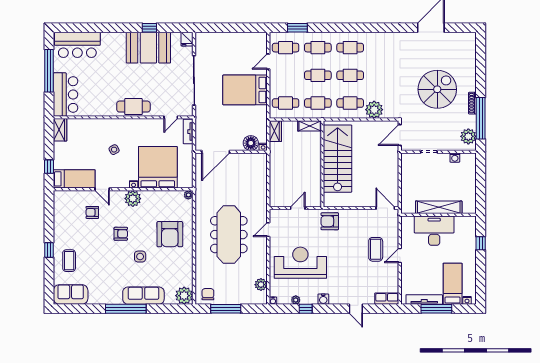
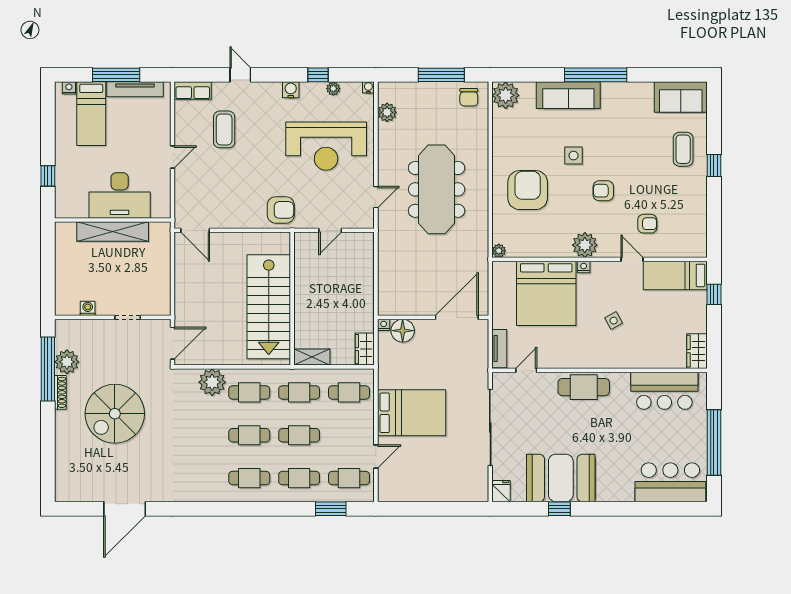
bar counter: (66, 95) -> (664, 391), moved, turned -90
plant: (468, 136) -> (67, 362), moved
coffee table: (376, 249) -> (224, 129), moved

